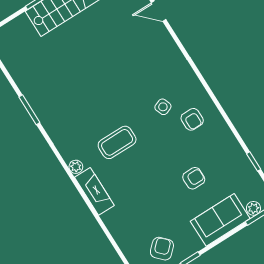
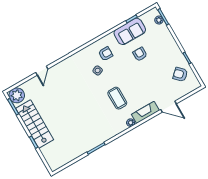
sofa: (220, 220) -> (130, 31), moved, turned -90
door: (106, 231) -> (169, 107), added

